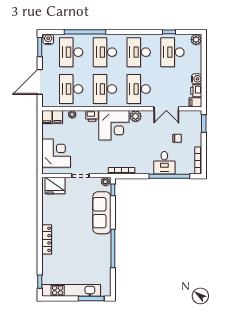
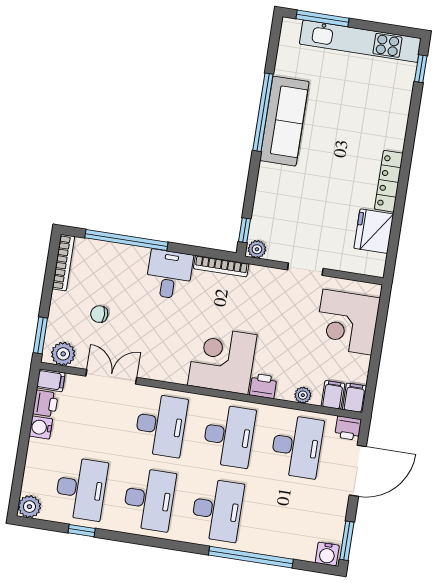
desk: (71, 52) -> (285, 521), removed
printer: (48, 102) -> (348, 428), added
plant: (135, 116) -> (63, 354), moved
desk: (164, 163) -> (169, 274), moved
fridge: (55, 186) -> (374, 231), moved, turned -90
sofa: (102, 213) -> (284, 121), moved
locker: (47, 239) -> (389, 181), moved

